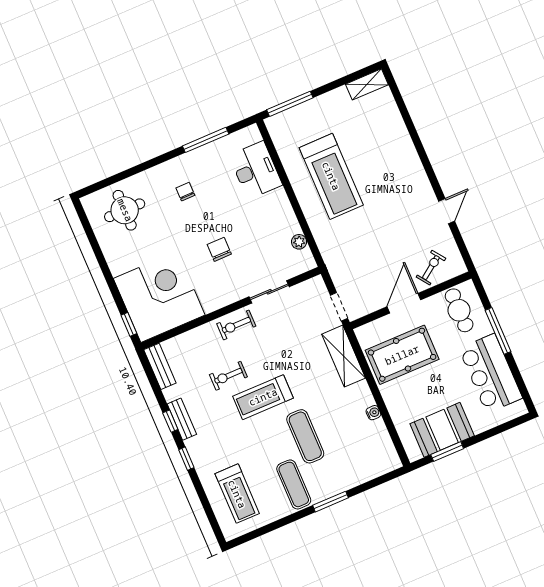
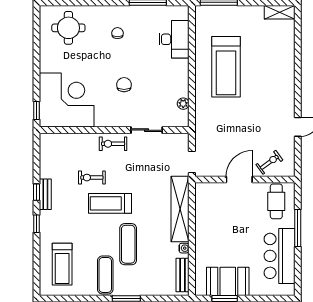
pool table: (402, 355) -> (222, 216), removed
shelving: (344, 356) -> (180, 209), width x1.47
bench: (160, 366) -> (182, 275), moved

